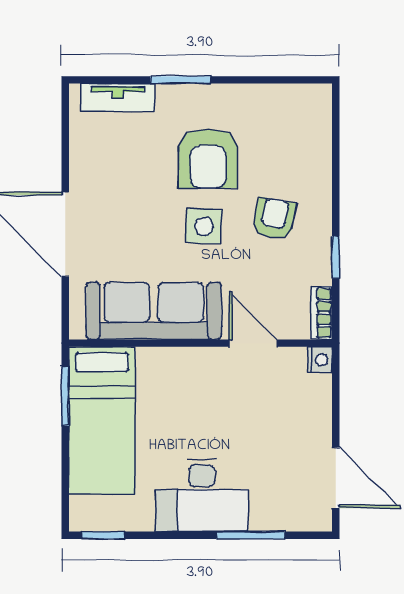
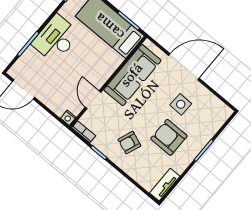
tv unit: (118, 97) -> (165, 185), moved
armchair: (274, 219) -> (129, 143), turned 101
side table: (204, 226) -> (181, 104), moved
door: (253, 343) -> (93, 100), swing flipped

